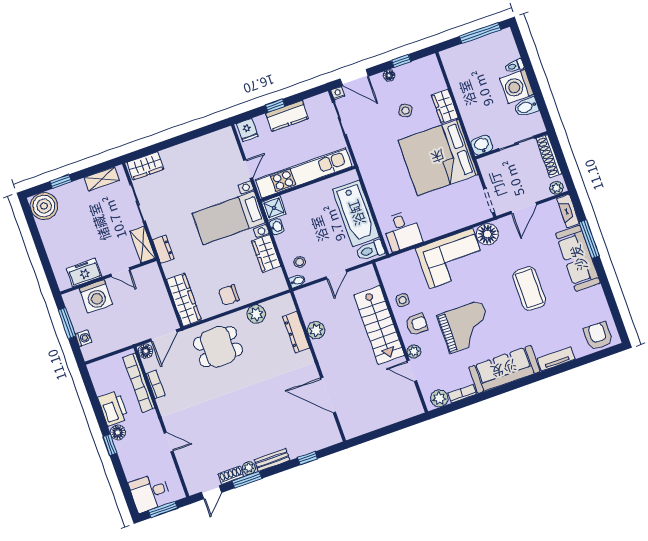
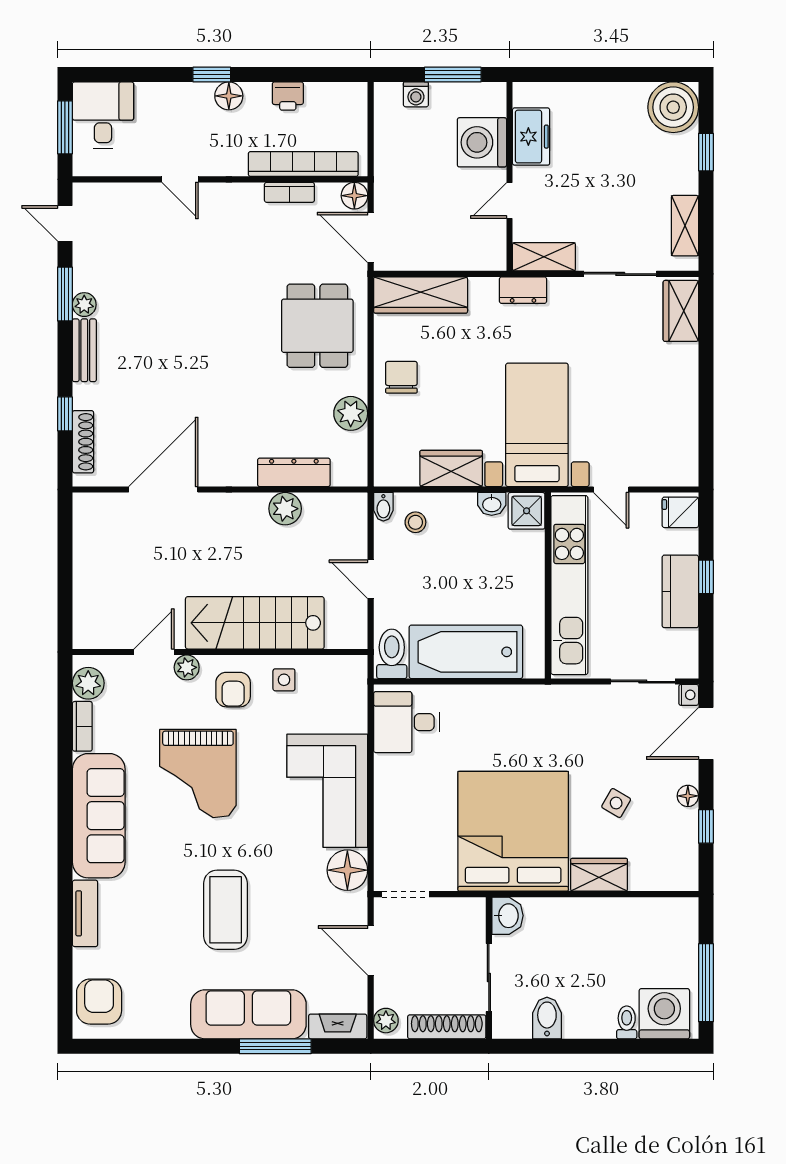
washing machine: (517, 86) -> (664, 1014), moved
coffee table: (529, 289) -> (226, 910), turned 90
armchair: (598, 336) -> (99, 1002), turned -90
printer: (113, 408) -> (288, 96), width x0.53, depth x0.68
door: (169, 442) -> (180, 179), hinge flipped
shoe rack: (231, 475) -> (83, 442), moved, width x1.43

